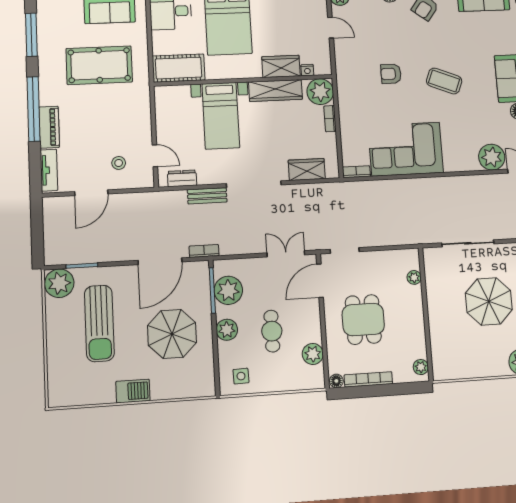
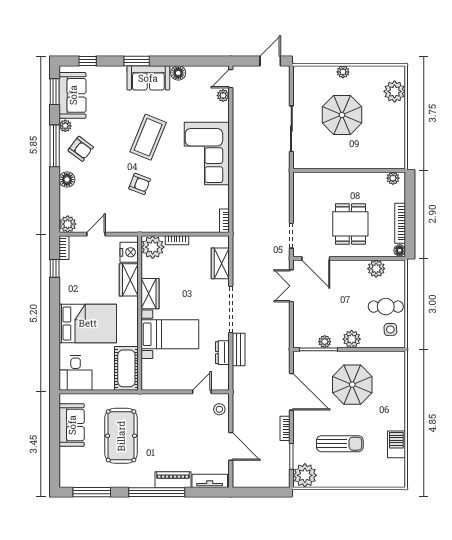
nightstand: (307, 70) -> (129, 252), width x1.89, depth x1.79
armchair: (391, 74) -> (140, 184), turned -69
coffee table: (444, 81) -> (148, 137), width x1.36, depth x1.32
wardrobe: (275, 91) -> (150, 294), width x0.67
corner sofa: (406, 149) -> (207, 154), moved
plant: (492, 157) -> (223, 96), width x0.53, depth x0.53
stool: (119, 163) -> (219, 409), moved
dresser: (182, 178) -> (222, 353), moved
bookcase: (204, 251) -> (285, 428), moved
plant: (414, 277) -> (318, 178), removed
plant: (228, 290) -> (325, 342), width x0.53, depth x0.53
dining table: (363, 320) -> (350, 224), turned 90
sun lounger: (99, 323) -> (340, 444), width x0.73, depth x0.75
cafe table: (272, 331) -> (386, 307), moved
barbecue: (133, 391) -> (396, 444), moved

